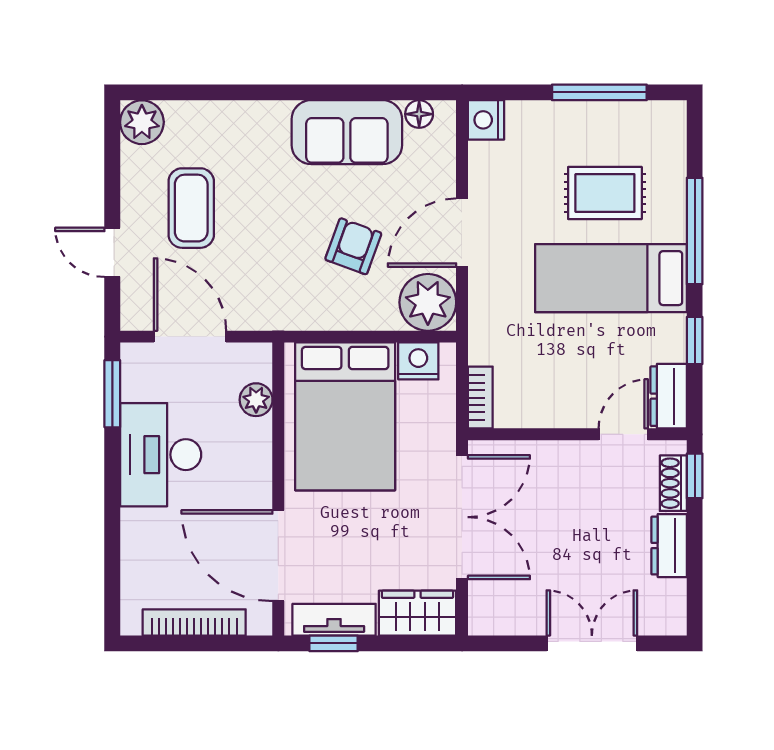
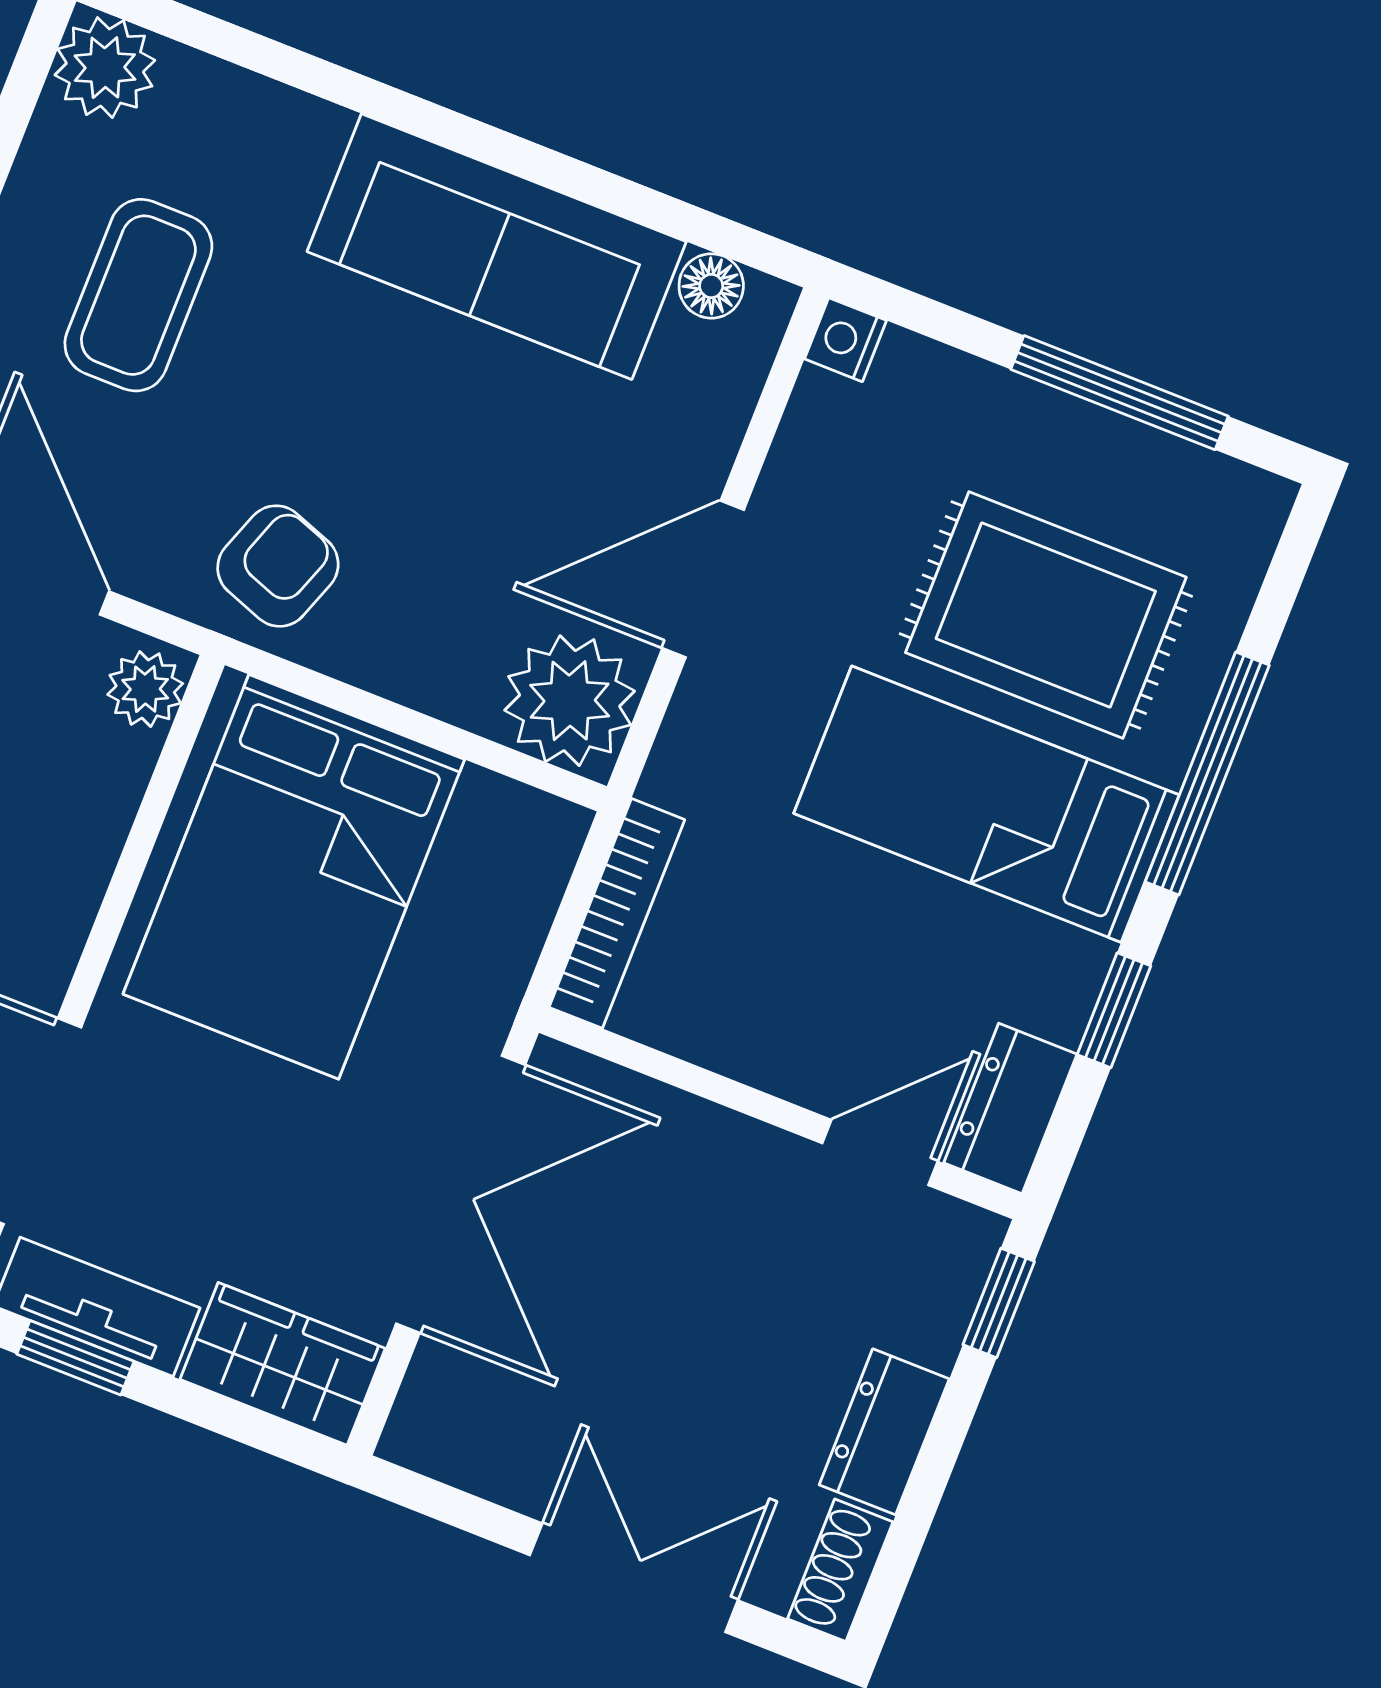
nightstand: (486, 120) -> (845, 340), width x0.72, depth x0.74
sofa: (347, 132) -> (497, 247), width x1.36
rug: (605, 193) -> (1046, 615), width x1.36, depth x1.43
armchair: (353, 246) -> (278, 566), moved
nightstand: (418, 361) -> (499, 819), removed
bookcase: (480, 398) -> (617, 913), width x1.56
plant: (256, 400) -> (145, 689), moved
shoe rack: (673, 483) -> (840, 1570), moved

